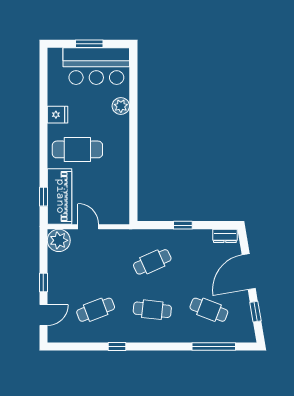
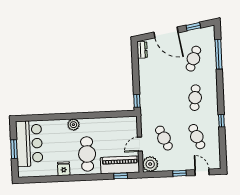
plant: (121, 106) -> (73, 125), moved
window: (183, 225) -> (137, 101), moved
cafe table: (152, 262) -> (164, 138), moved

